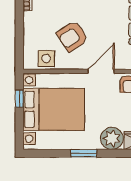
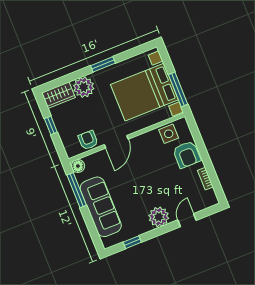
armchair: (72, 36) -> (187, 154), moved, turned 124
window: (19, 99) -> (178, 89), width x2.17

